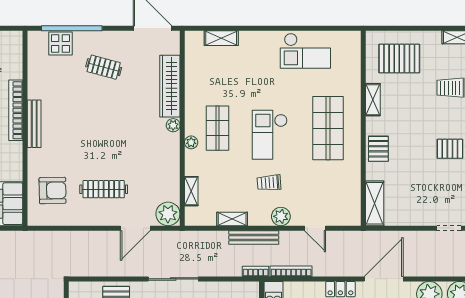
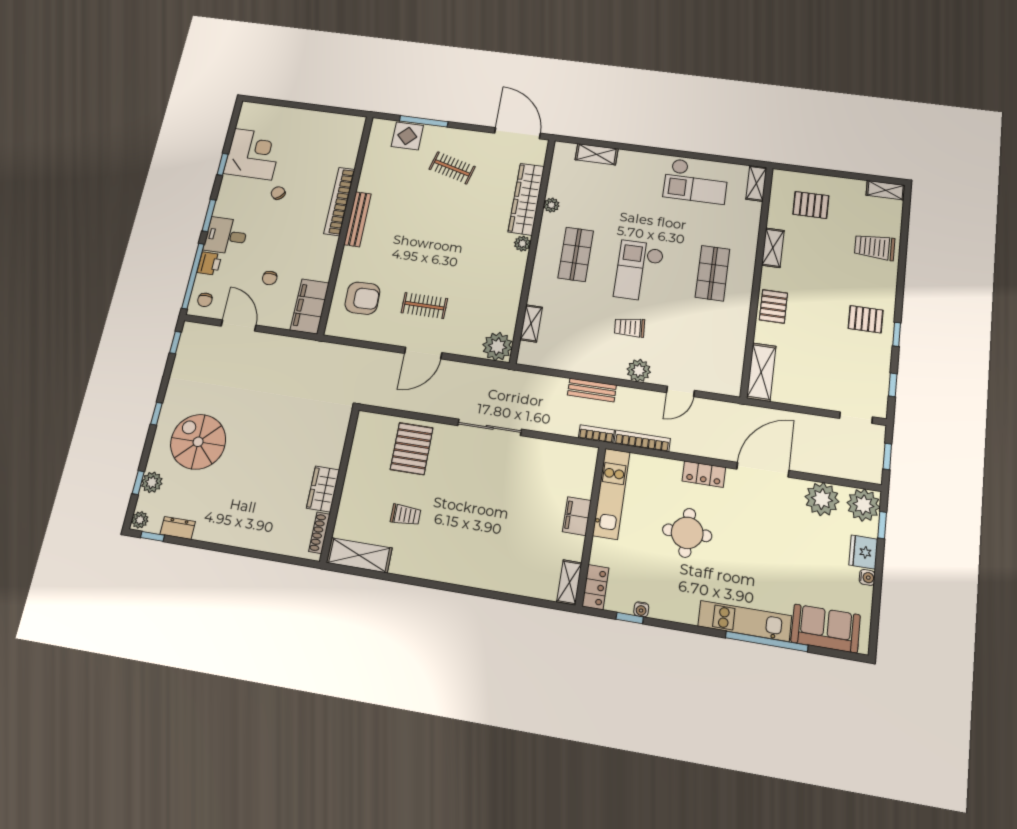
window: (72, 28) -> (424, 121), width x0.68
pallet: (399, 59) -> (811, 205), width x0.67, depth x0.71
shop shelf: (328, 128) -> (713, 273), width x0.70, depth x0.74
plant: (191, 142) -> (551, 205), moved
clothes rail: (104, 189) -> (424, 306), width x0.73
shelving: (232, 219) -> (756, 183), moved, turned 90
door: (135, 228) -> (423, 353), moved
door: (315, 228) -> (680, 391), hinge flipped
bench: (254, 238) -> (592, 390), width x0.73

